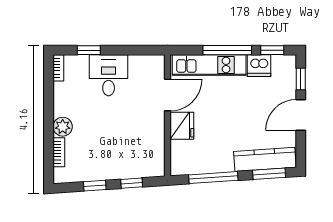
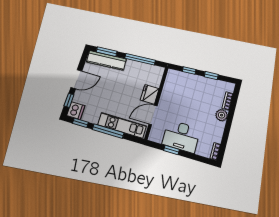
window: (89, 50) -> (171, 150), moved
dishwasher: (259, 66) -> (76, 111), moved, turned 90
desk: (109, 75) -> (181, 136), width x1.37

